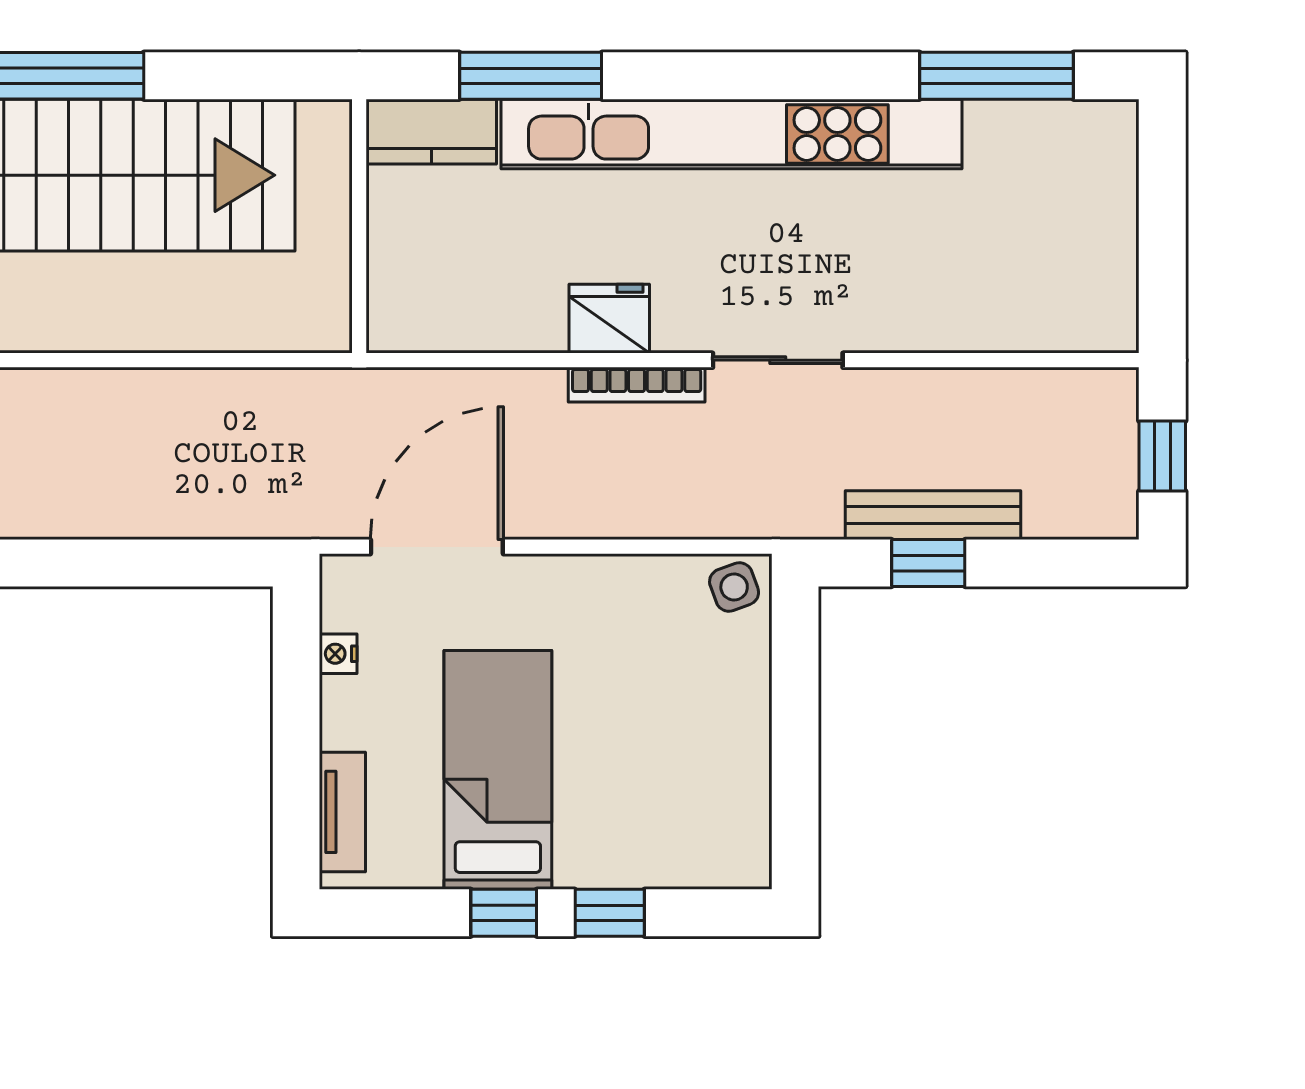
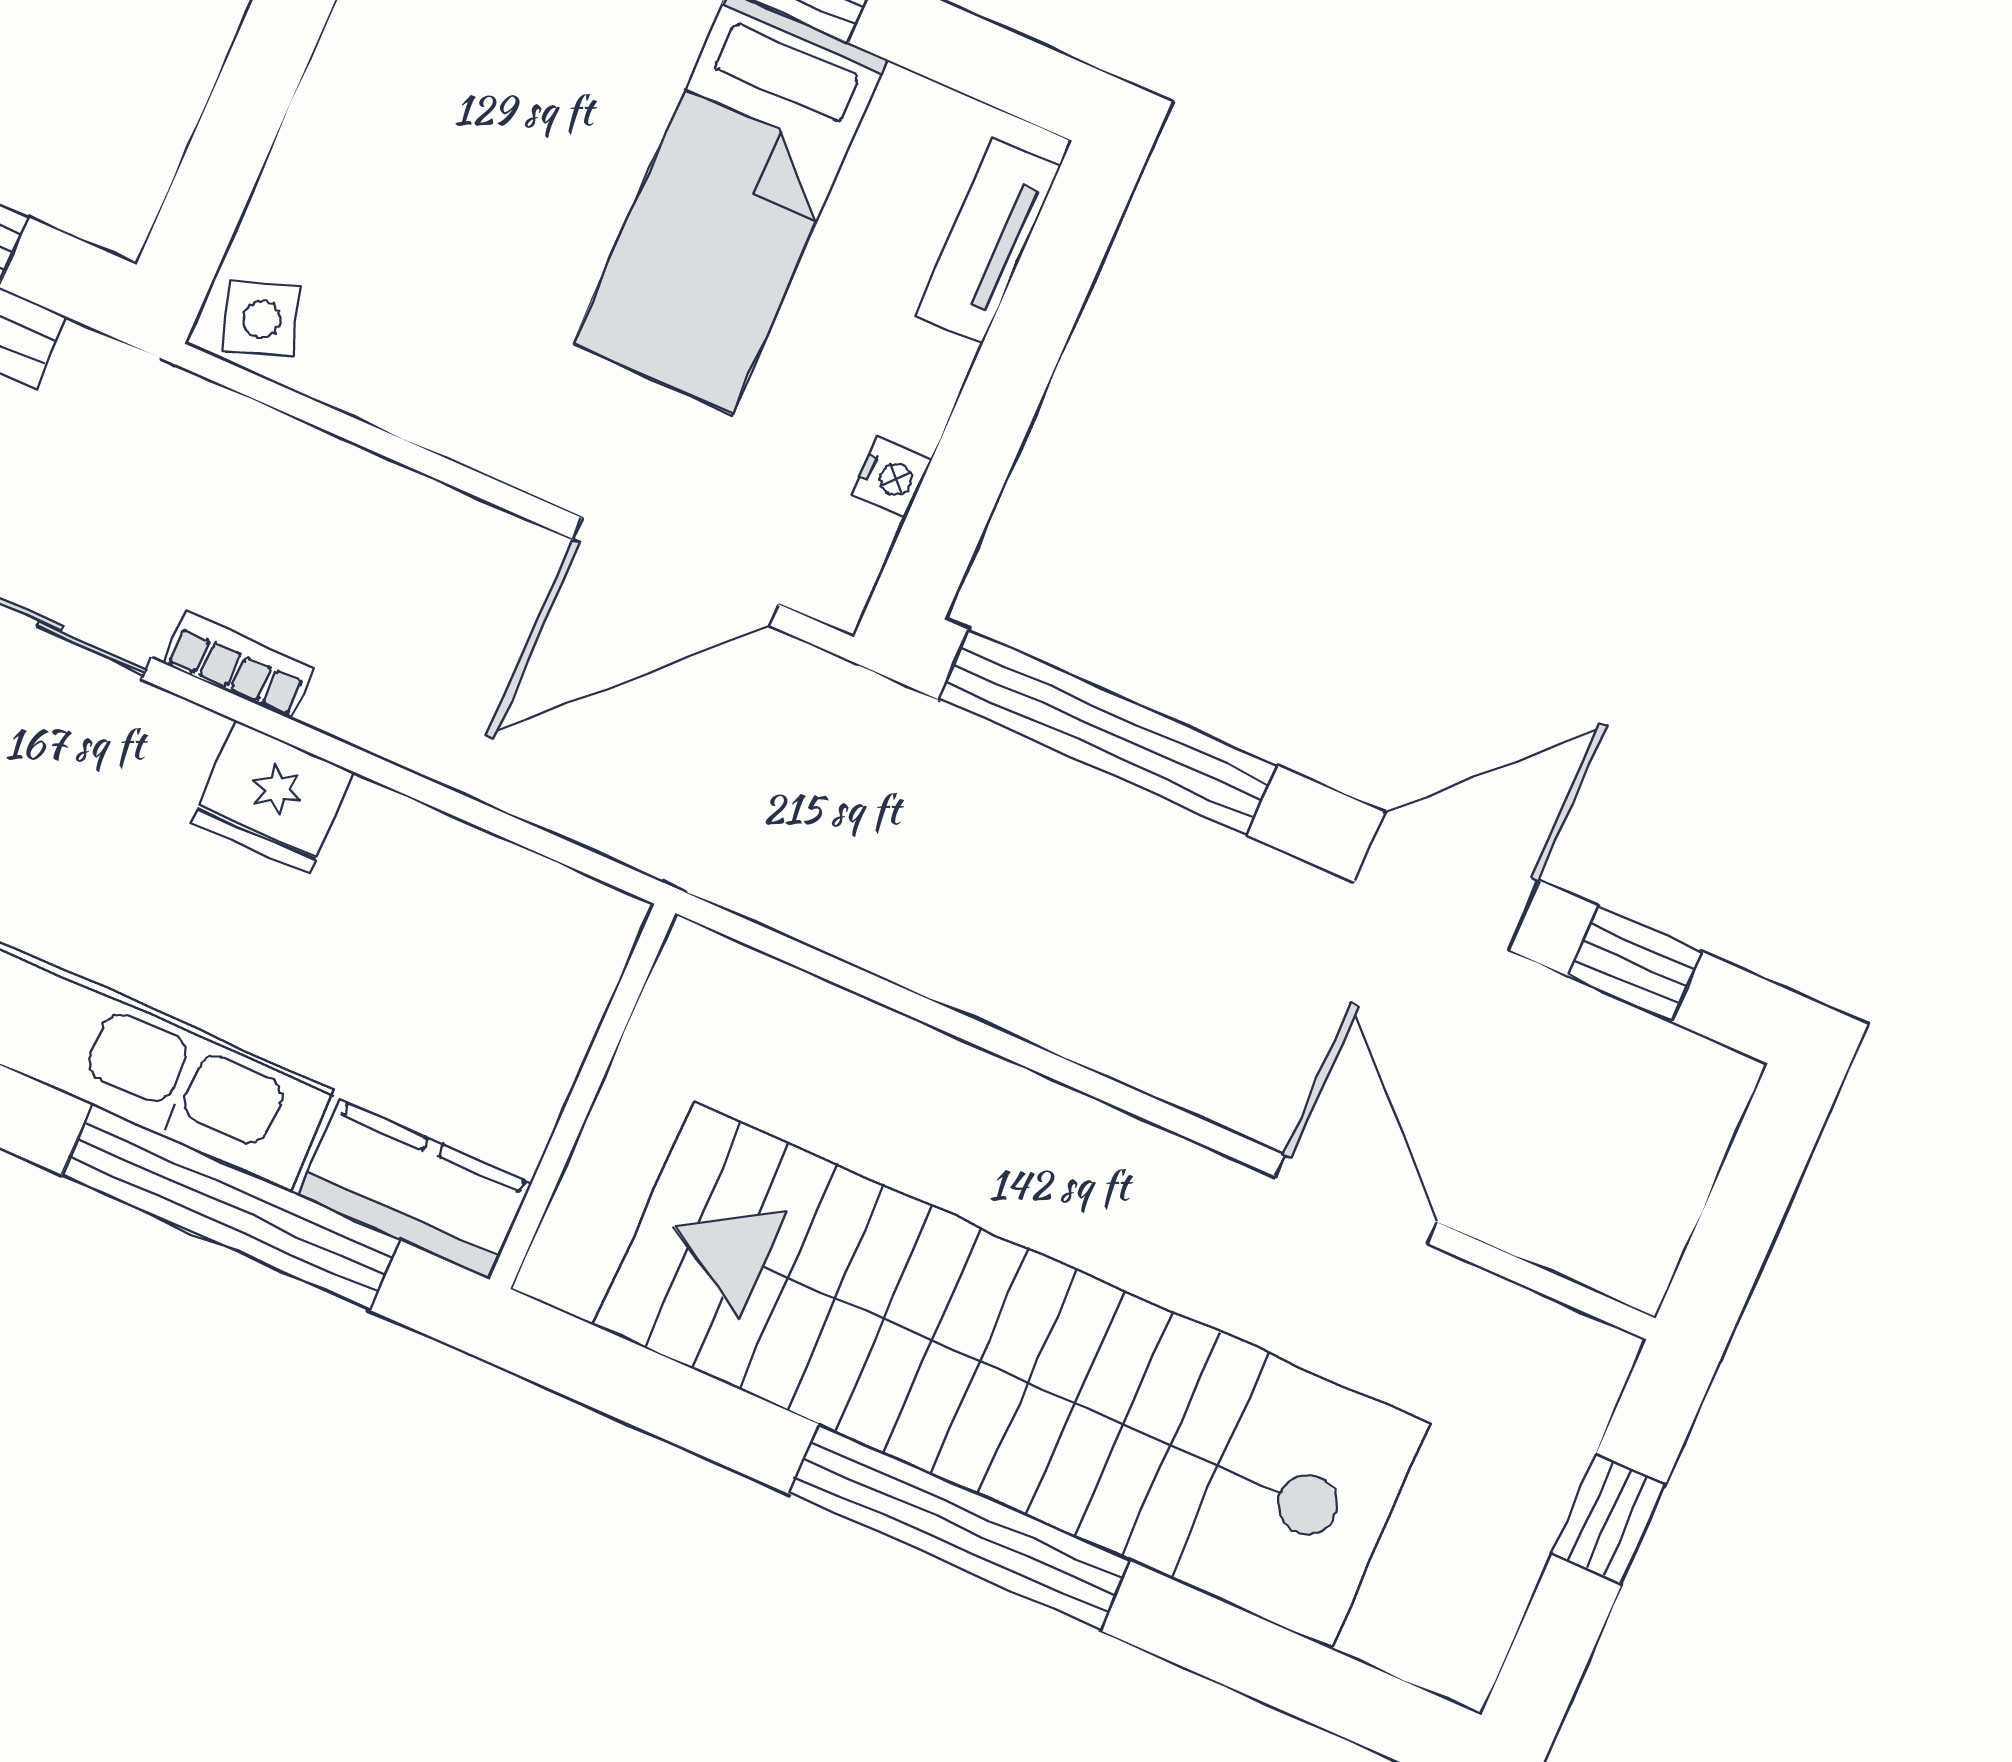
window: (531, 76) -> (231, 1208), width x1.46
bookcase: (637, 385) -> (238, 666), width x0.64
window: (152, 563) -> (1108, 732), added

